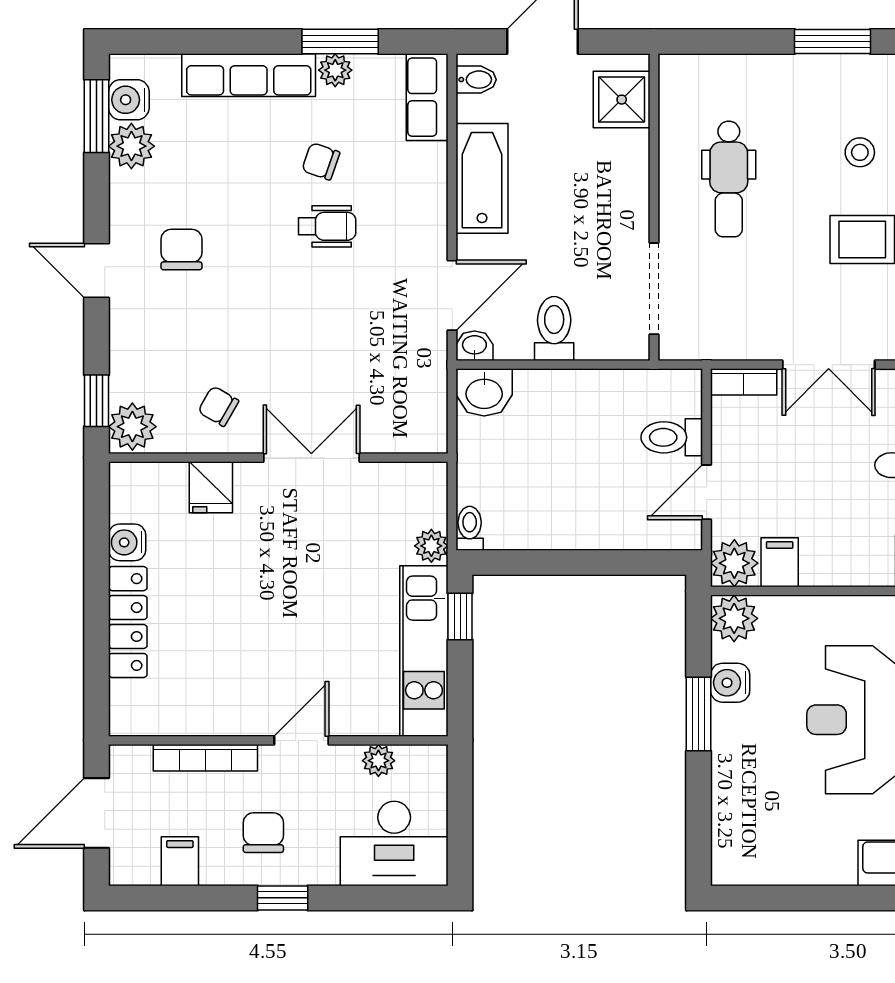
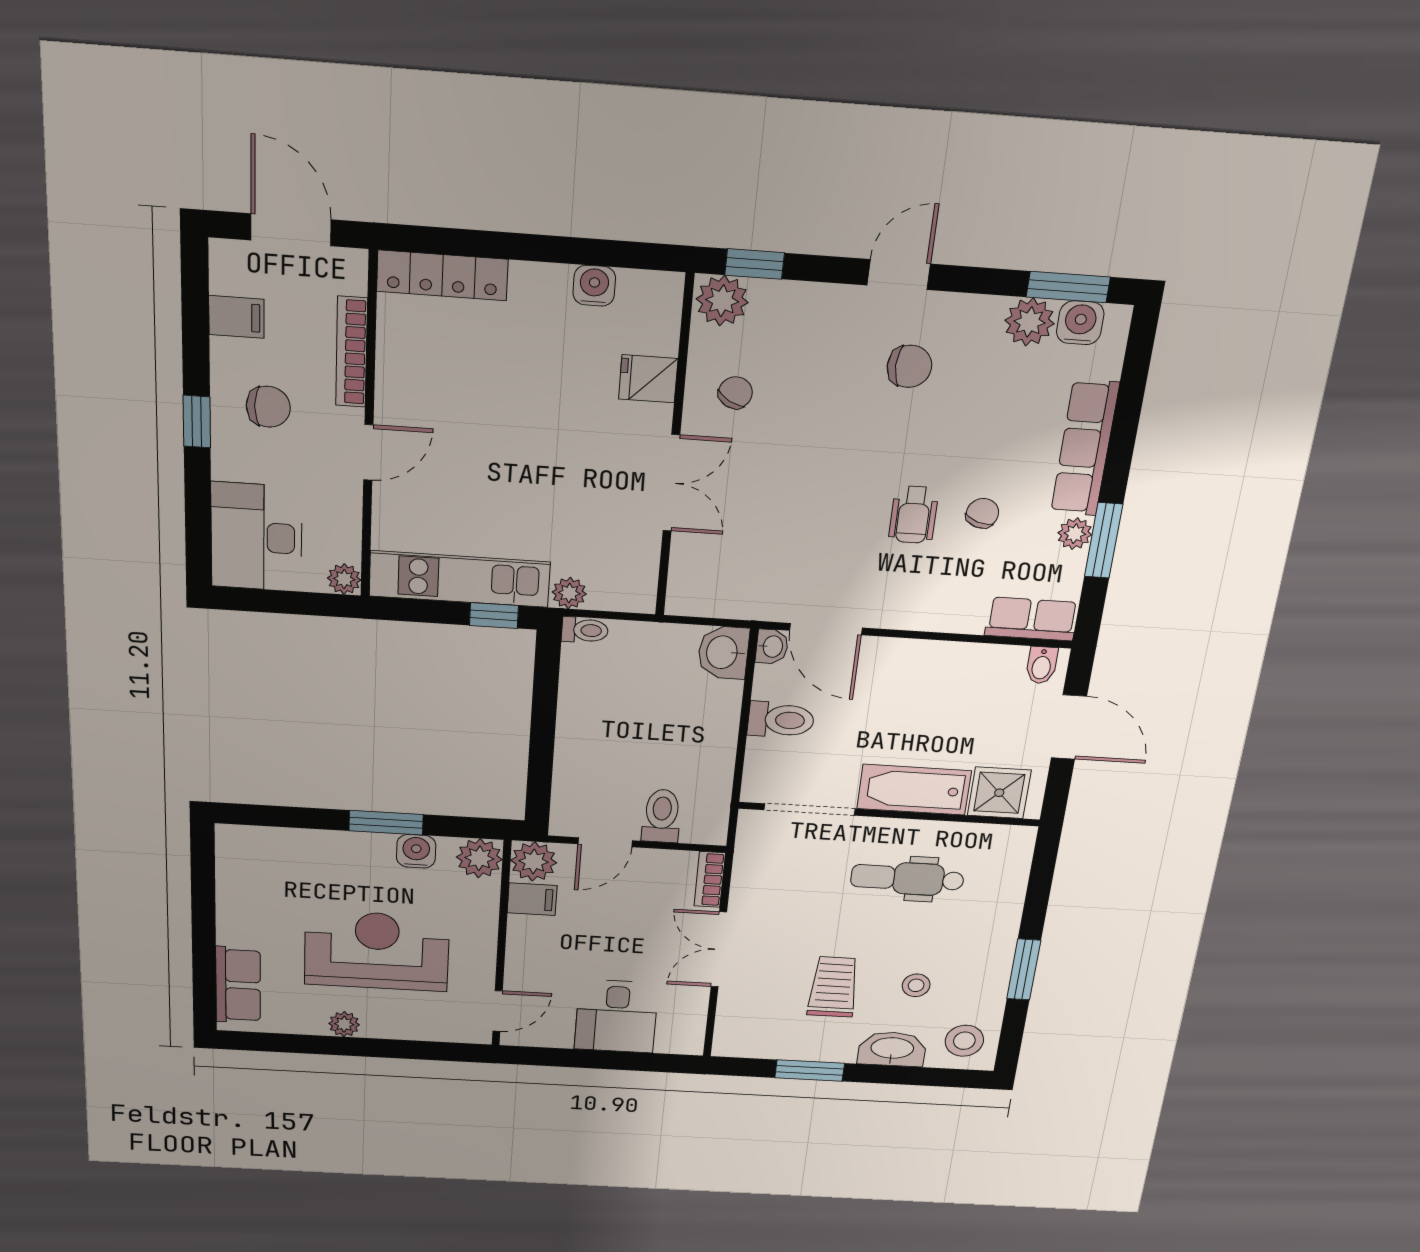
bathtub: (482, 178) -> (914, 790), moved, turned 180
door: (707, 492) -> (605, 842), swing flipped
locker: (128, 622) -> (442, 275), moved
door: (301, 740) -> (368, 452), hinge flipped
plant: (378, 761) -> (344, 579), moved

